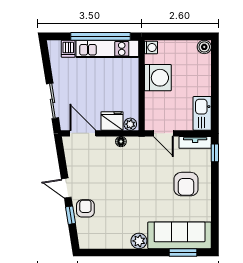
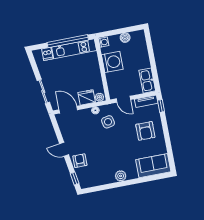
boiler: (204, 47) -> (125, 38), moved
side table: (136, 161) -> (108, 122), added
window: (70, 215) -> (75, 178), moved
sofa: (180, 235) -> (153, 166), width x0.73
window: (183, 252) -> (152, 178), removed

